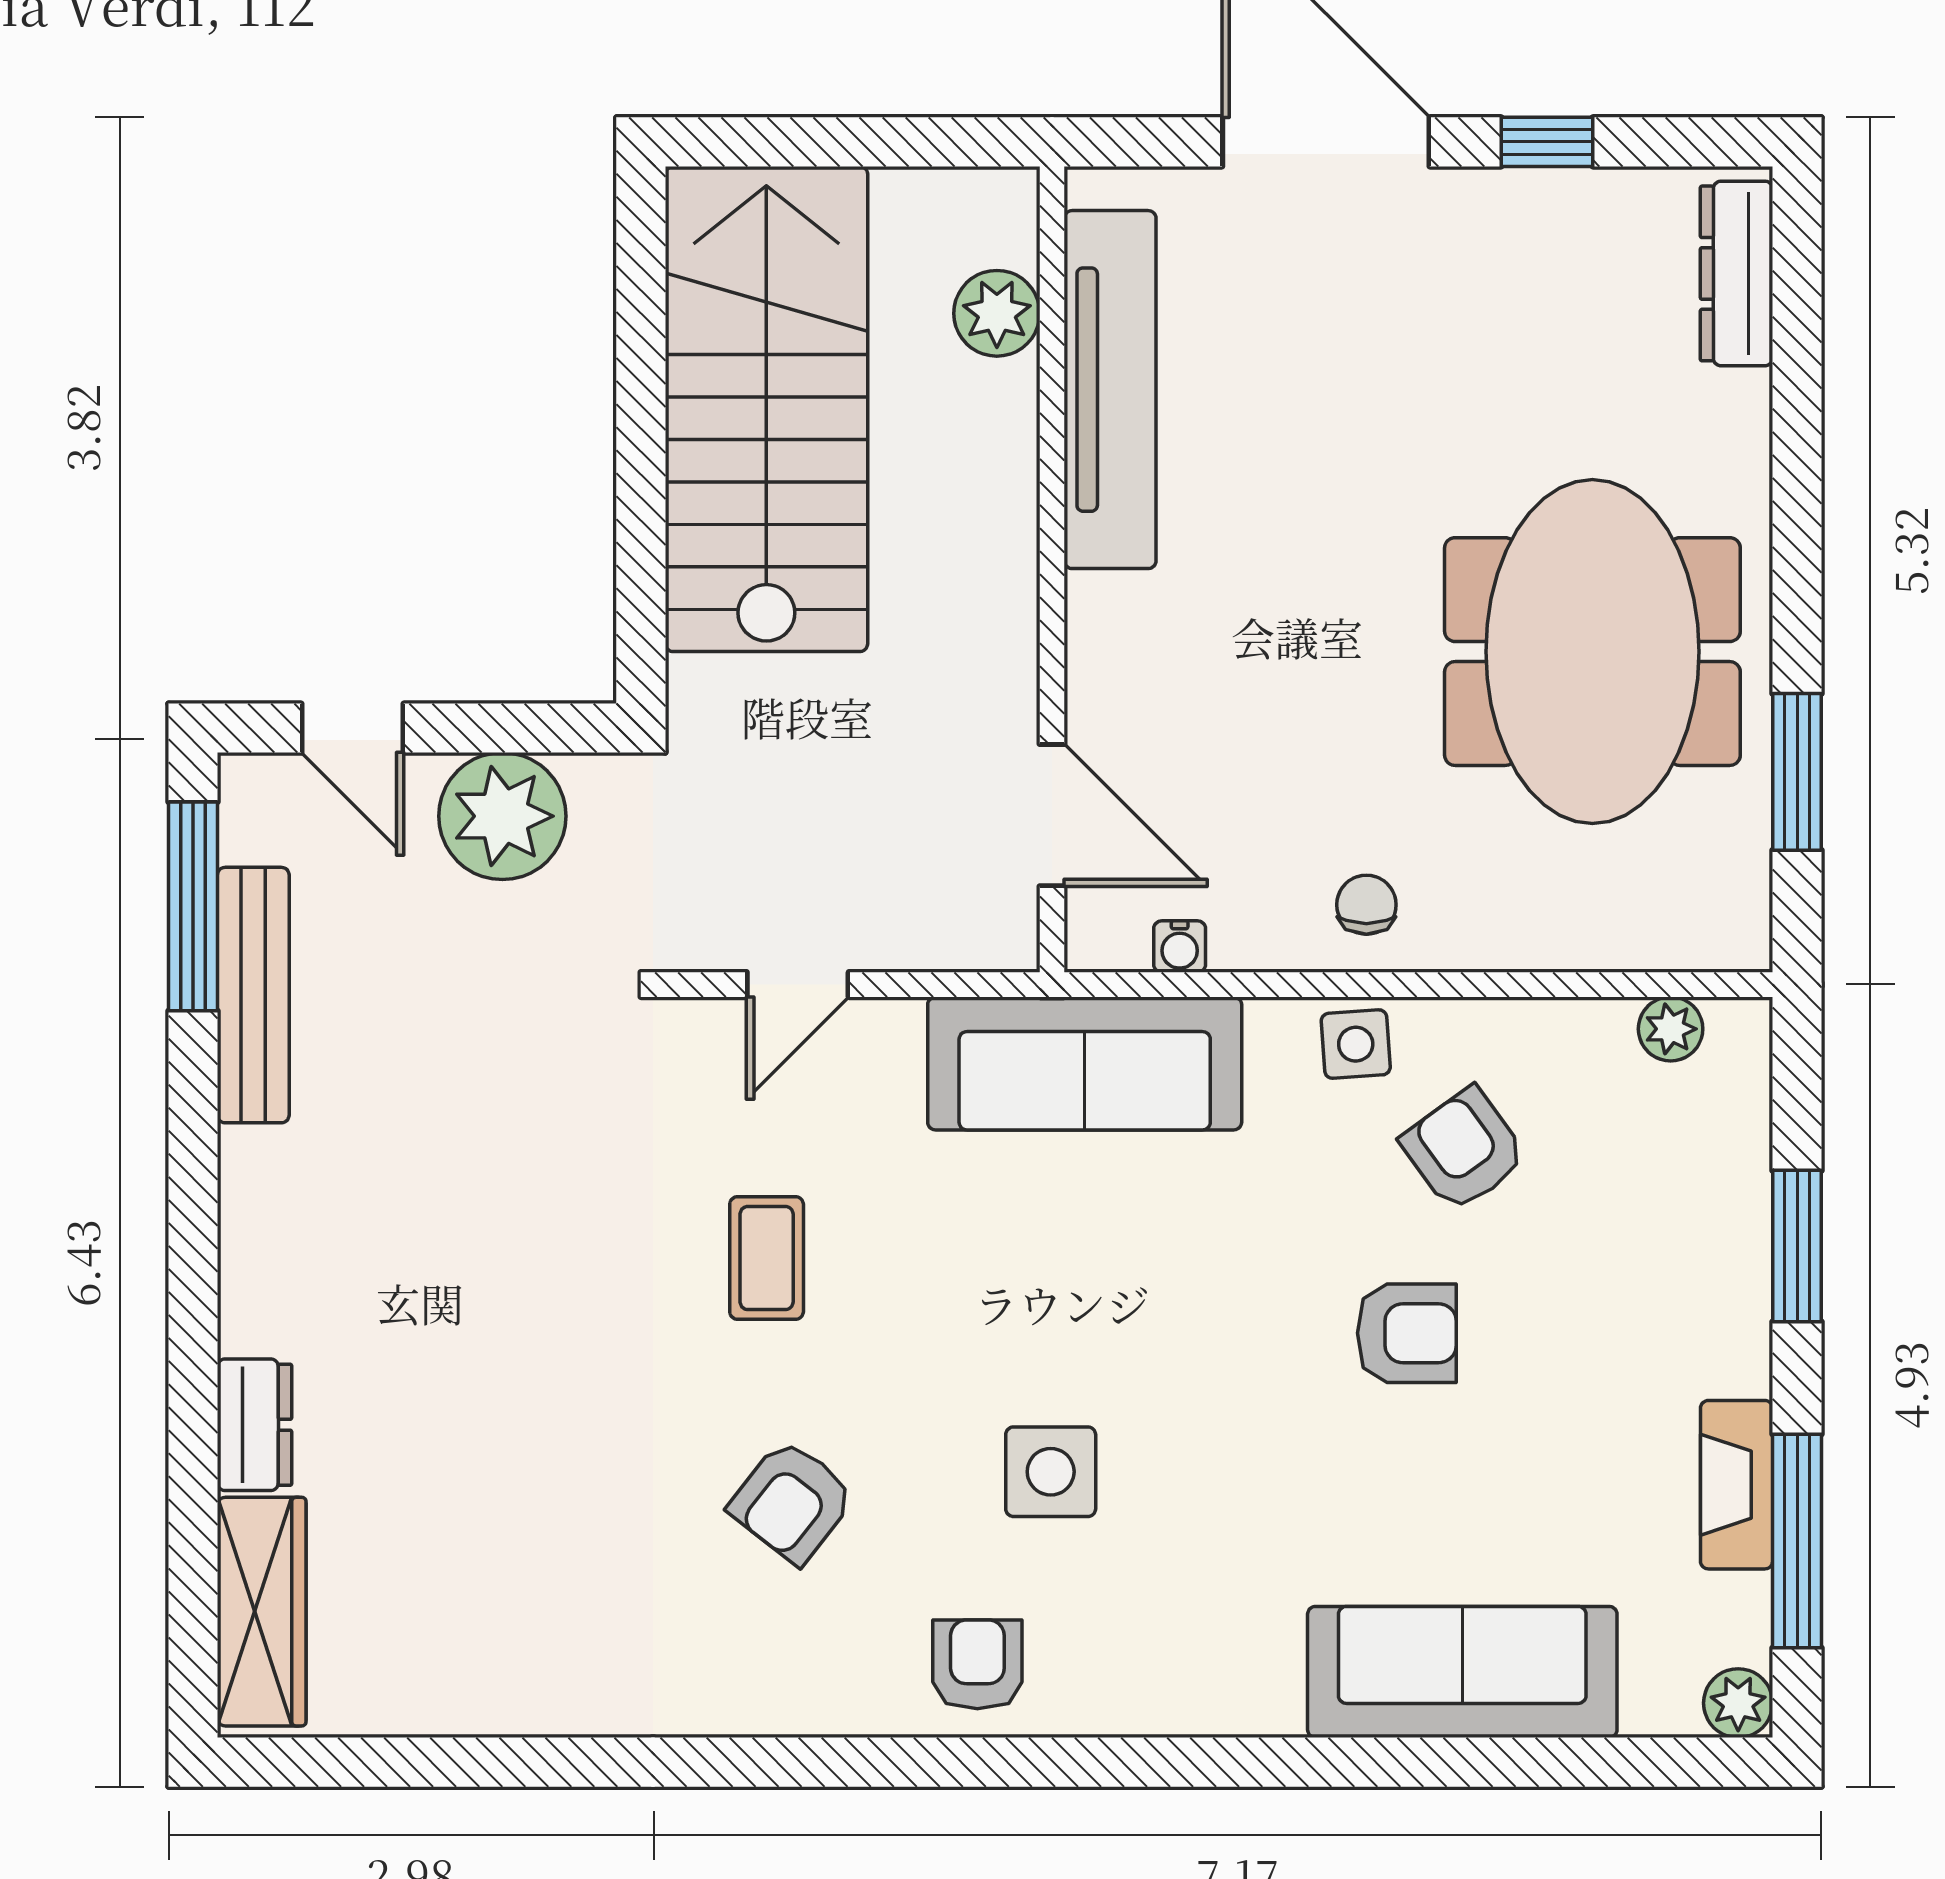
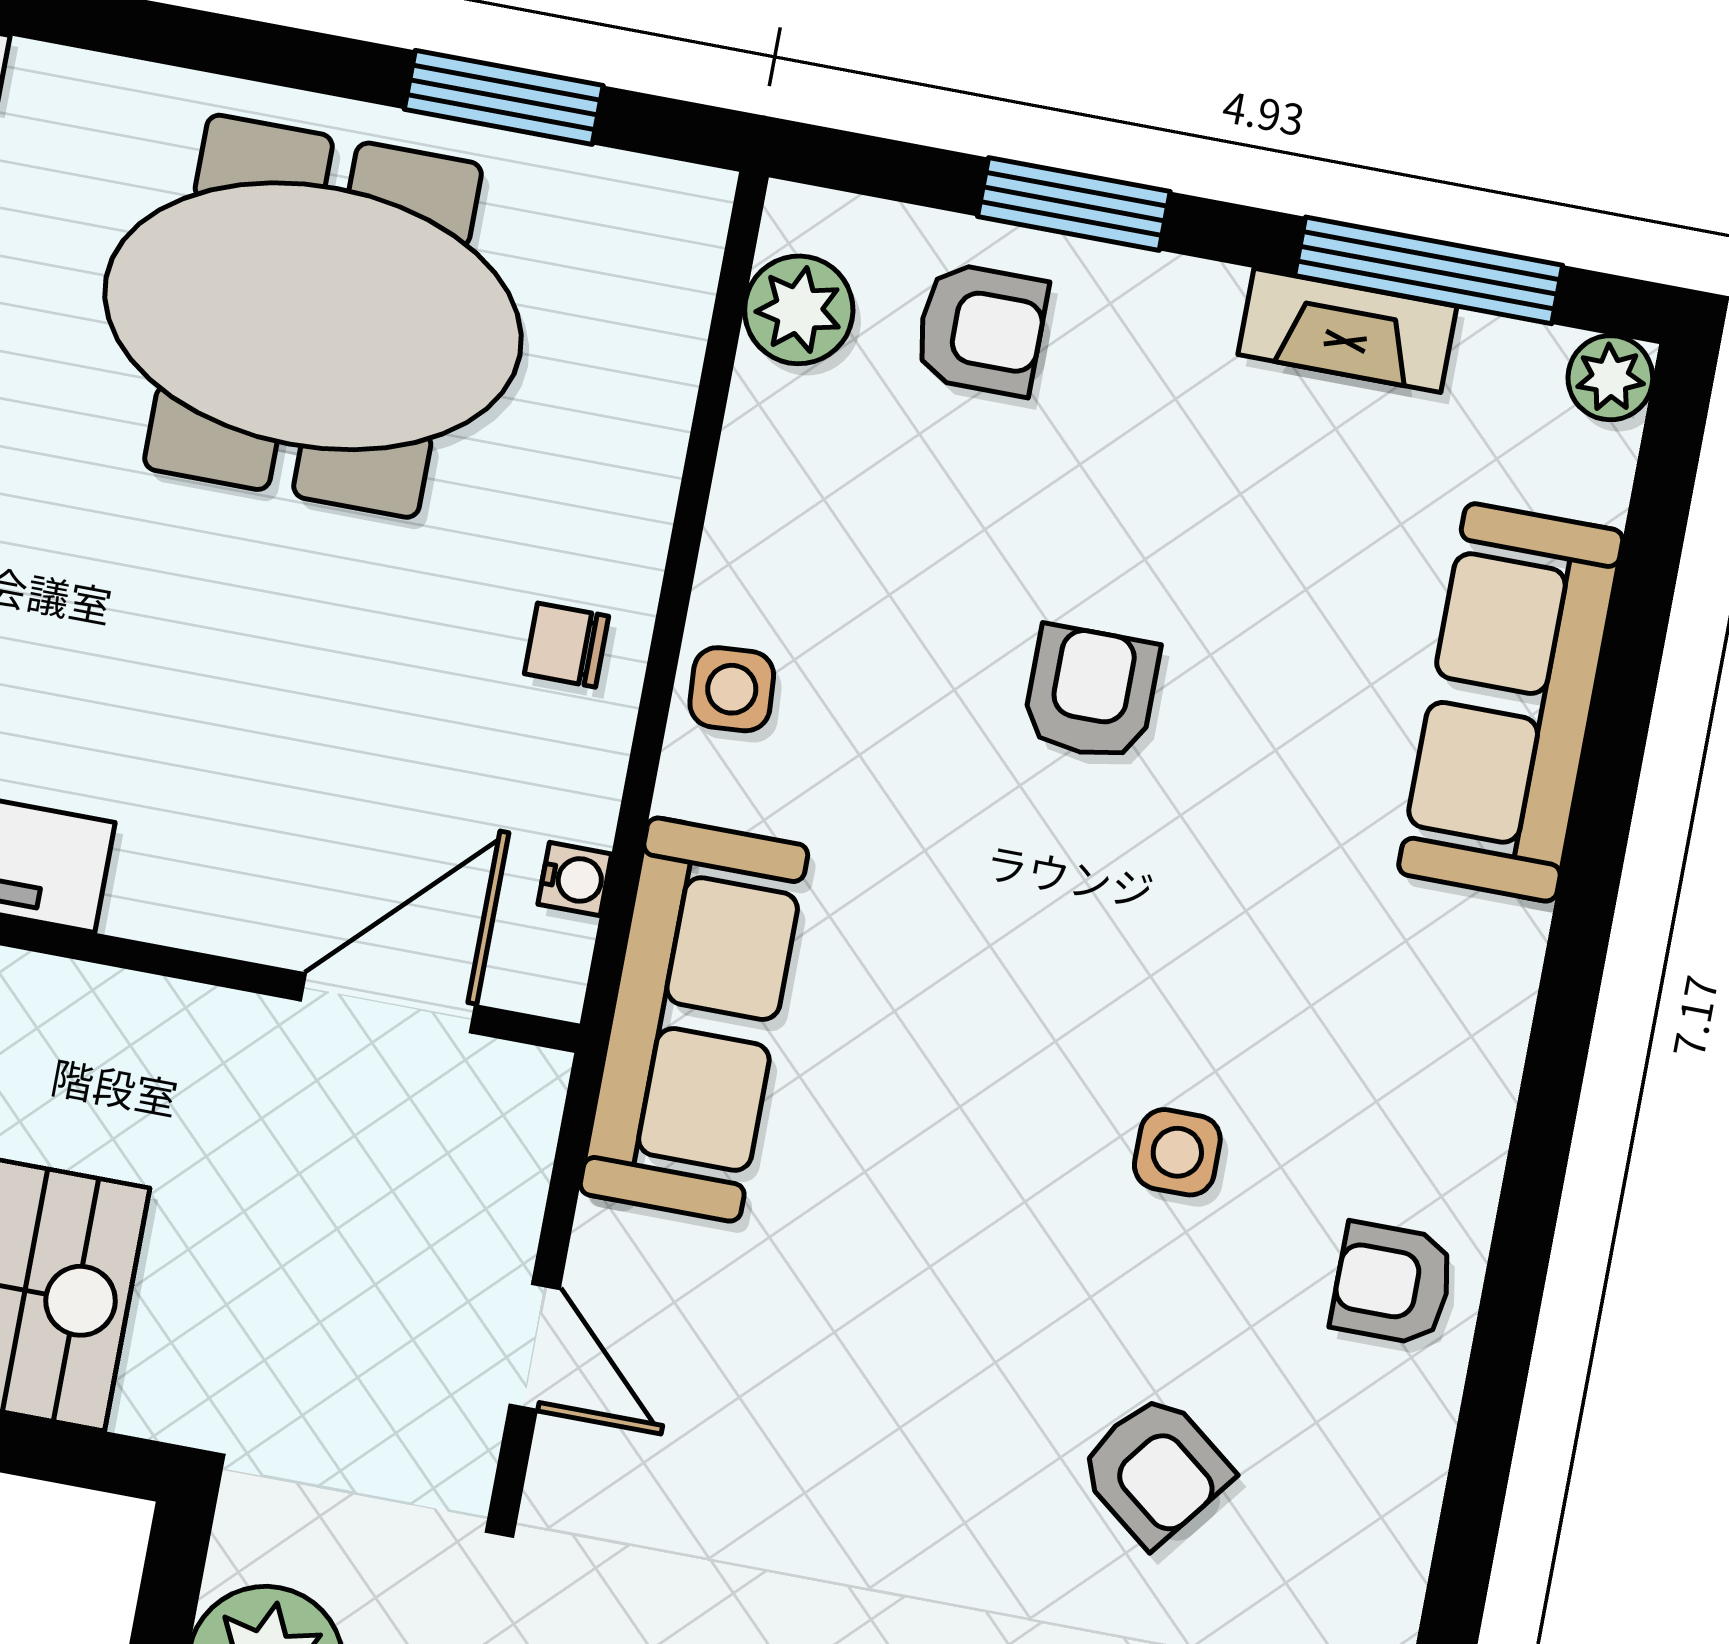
plant: (1671, 1029) -> (799, 310), width x1.38, depth x1.38
armchair: (1464, 1150) -> (981, 329), moved, turned -144
coffee table: (767, 1258) -> (856, 1446), removed
side table: (1051, 1472) -> (1177, 1152), width x0.73, depth x0.73

